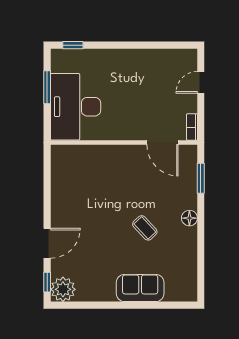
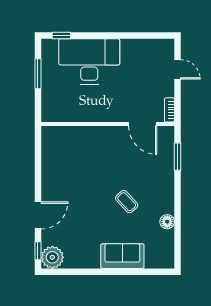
door: (201, 82) -> (177, 69), swing flipped
desk: (76, 107) -> (89, 61), moved, turned 90
floor lamp: (189, 218) -> (167, 222), moved

